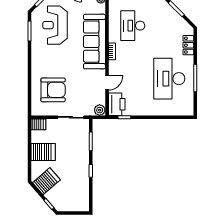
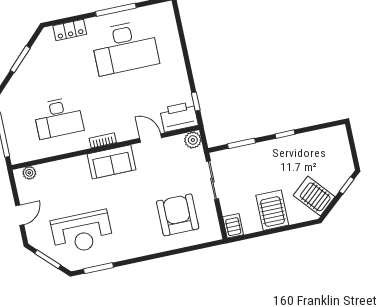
sofa: (94, 42) -> (112, 162), width x0.54, depth x0.79

